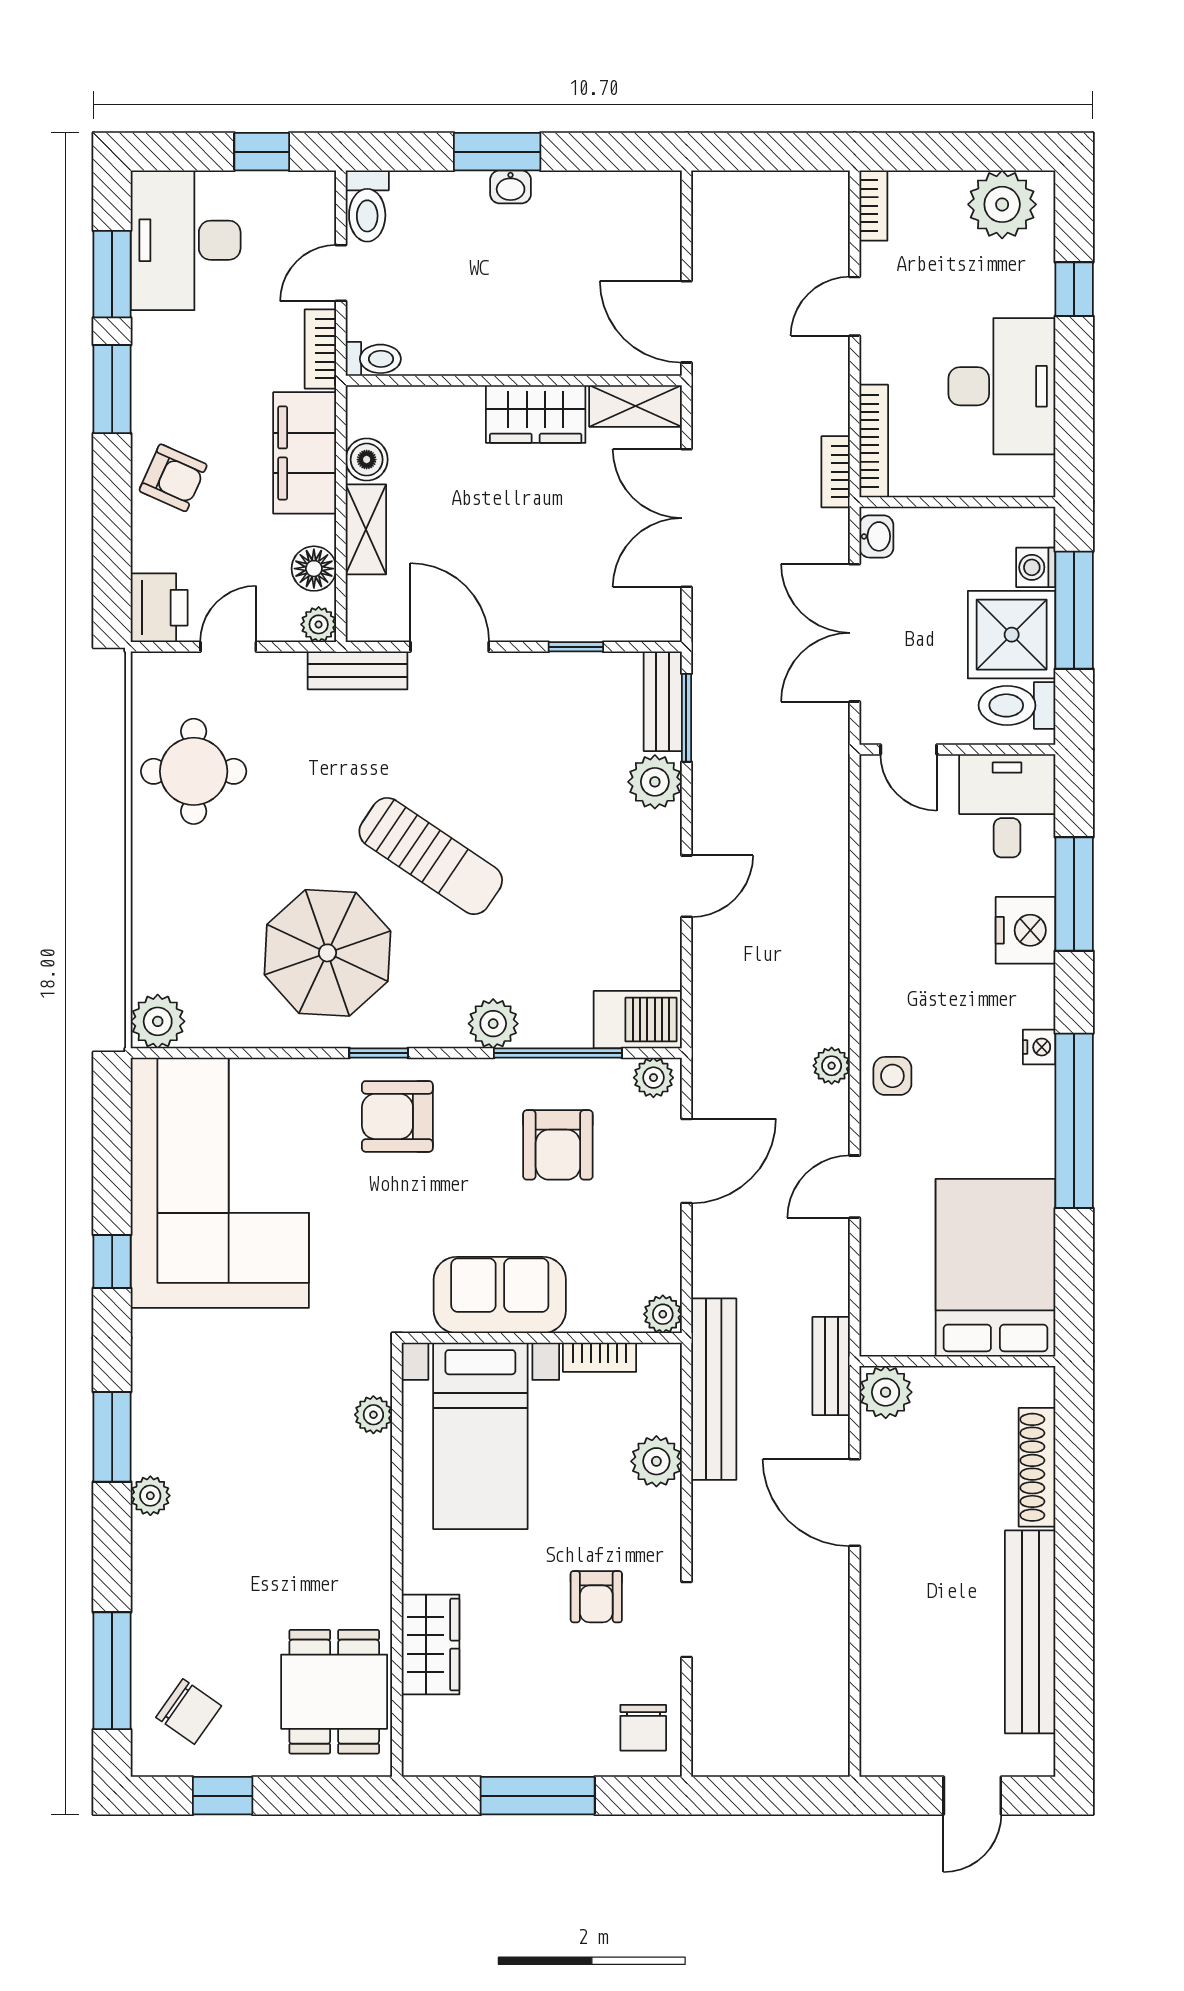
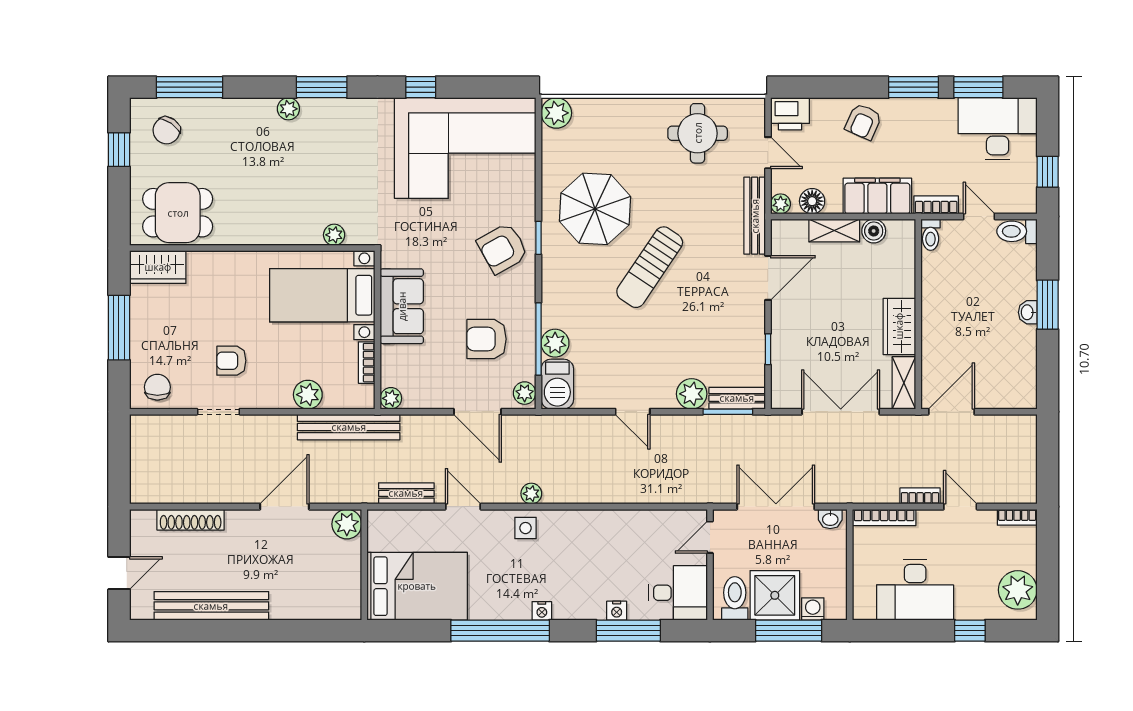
bookcase: (836, 472) -> (920, 496), moved
bench: (358, 670) -> (755, 216), width x1.36
nightstand: (1026, 930) -> (617, 611), width x0.53, depth x0.56
plant: (493, 1024) -> (555, 343), moved
armchair: (397, 1116) -> (503, 248), turned -119
bench: (831, 1366) -> (406, 493), moved
shoe rack: (1037, 1467) -> (191, 520), moved, turned 180
wardrobe: (431, 1645) -> (158, 267), moved
chair: (643, 1728) -> (157, 387), turned 90
door: (972, 1796) -> (119, 573), swing flipped

